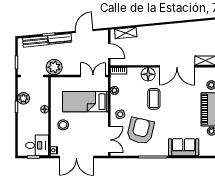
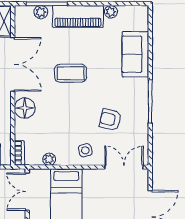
coffee table: (154, 99) -> (71, 73), moved
armchair: (140, 131) -> (110, 120), width x0.53, depth x0.53

